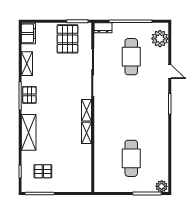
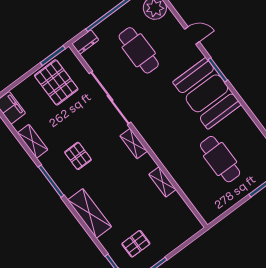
pallet: (29, 95) -> (78, 156), moved
booth: (153, 113) -> (207, 93), added
shelving: (86, 133) -> (162, 182), moved

